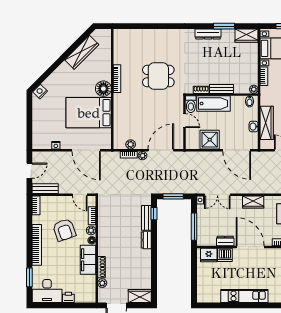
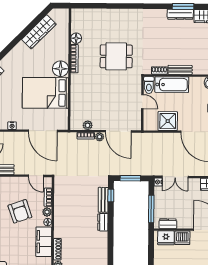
dresser: (208, 34) -> (180, 14), moved
floor lamp: (119, 58) -> (76, 38), added
door: (161, 150) -> (118, 131), swing flipped
dresser: (225, 241) -> (168, 224), moved

